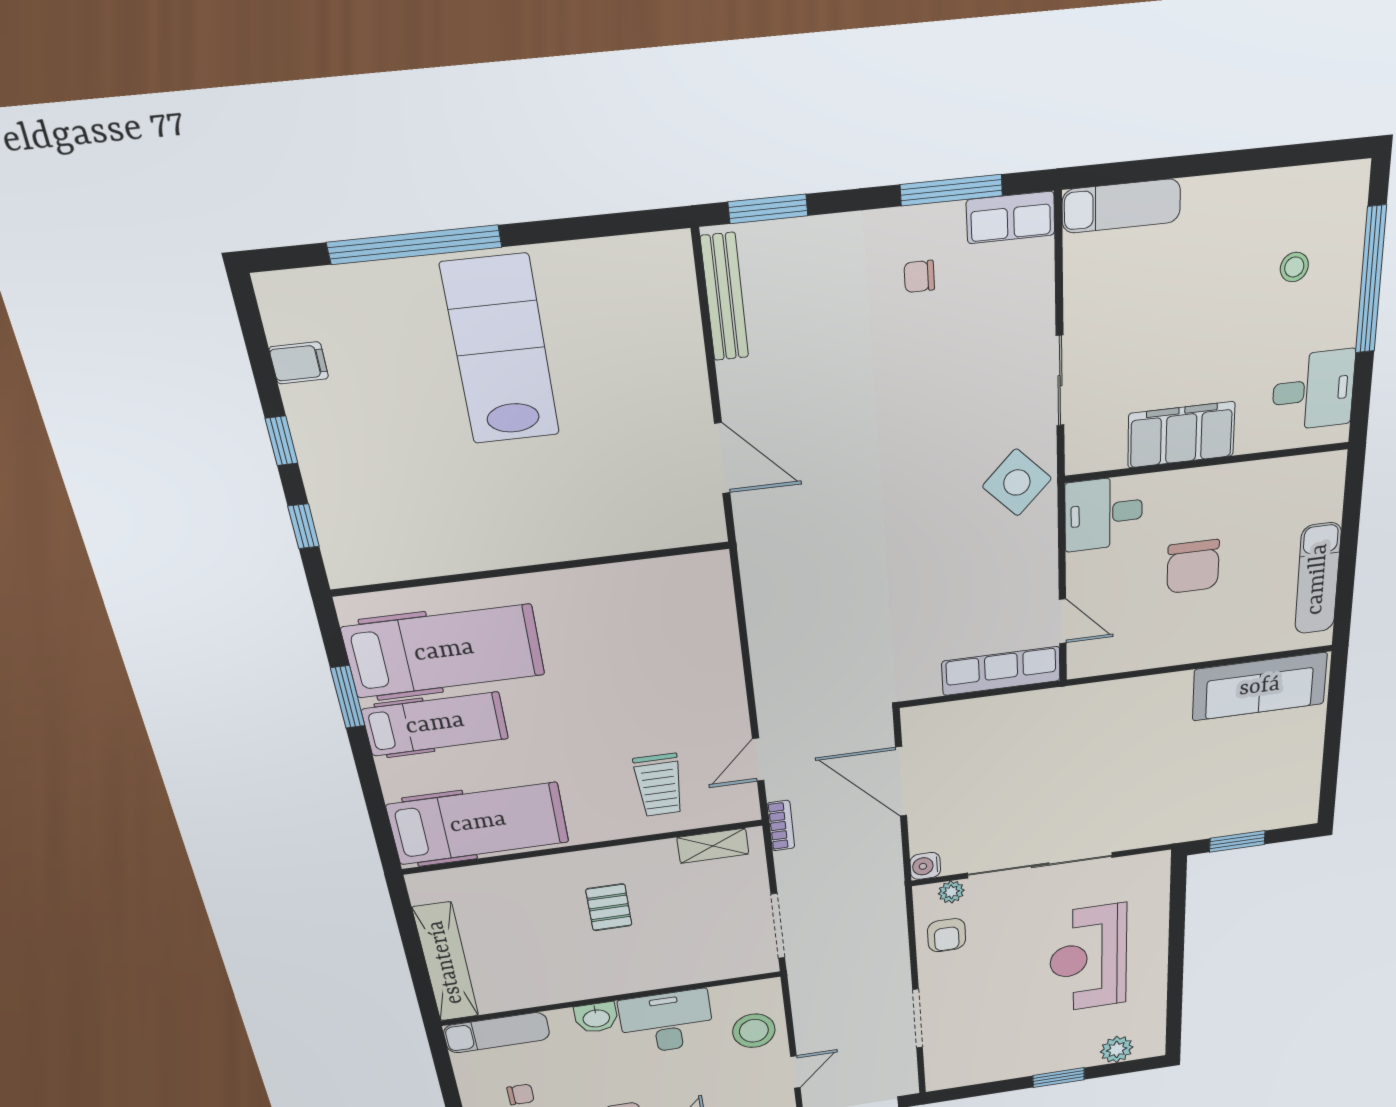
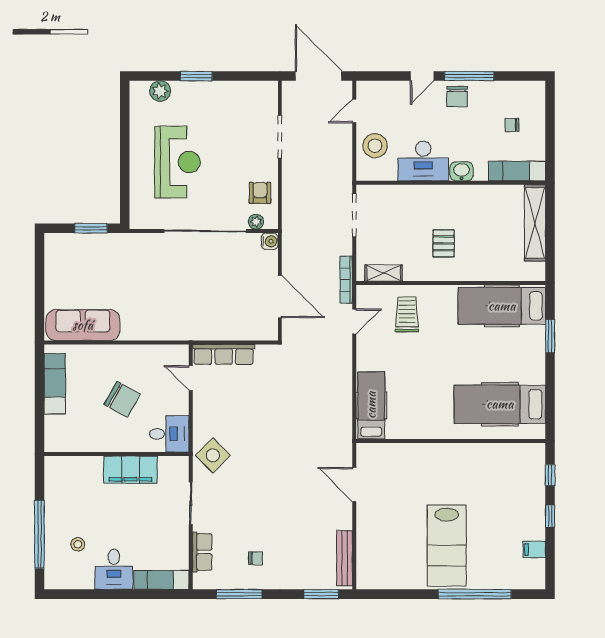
row of seats: (1011, 217) -> (202, 552), moved, turned 90
desk: (1313, 390) -> (114, 569), moved, turned -90
chair: (1193, 567) -> (122, 399), turned 119
window: (348, 697) -> (550, 336), moved
hospital bed: (435, 724) -> (371, 405), moved, turned 90
bookcase: (781, 826) -> (346, 280), width x1.56

